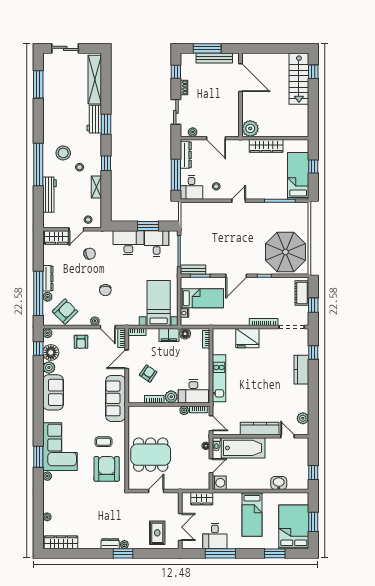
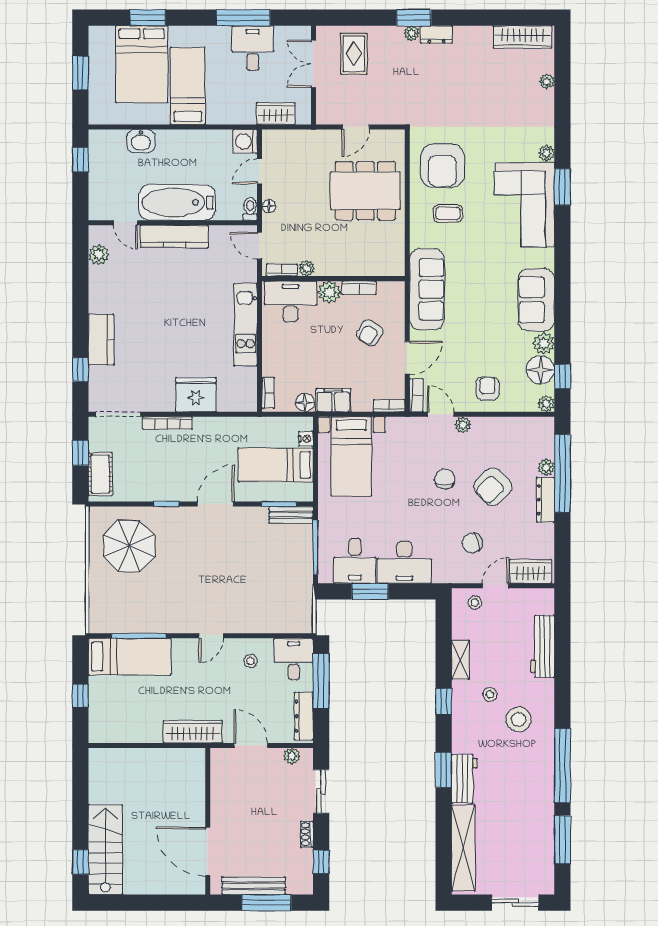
plant: (250, 128) -> (191, 762), removed
wardrobe: (266, 146) -> (193, 732), moved
window: (38, 165) -> (562, 766), moved
bed: (298, 176) -> (130, 657), moved, turned -90
parasol: (285, 252) -> (129, 546), width x0.73, depth x0.73
armchair: (65, 311) -> (493, 487), moved
bathtub: (243, 448) -> (177, 202), moved
bed: (294, 527) -> (142, 64), moved

